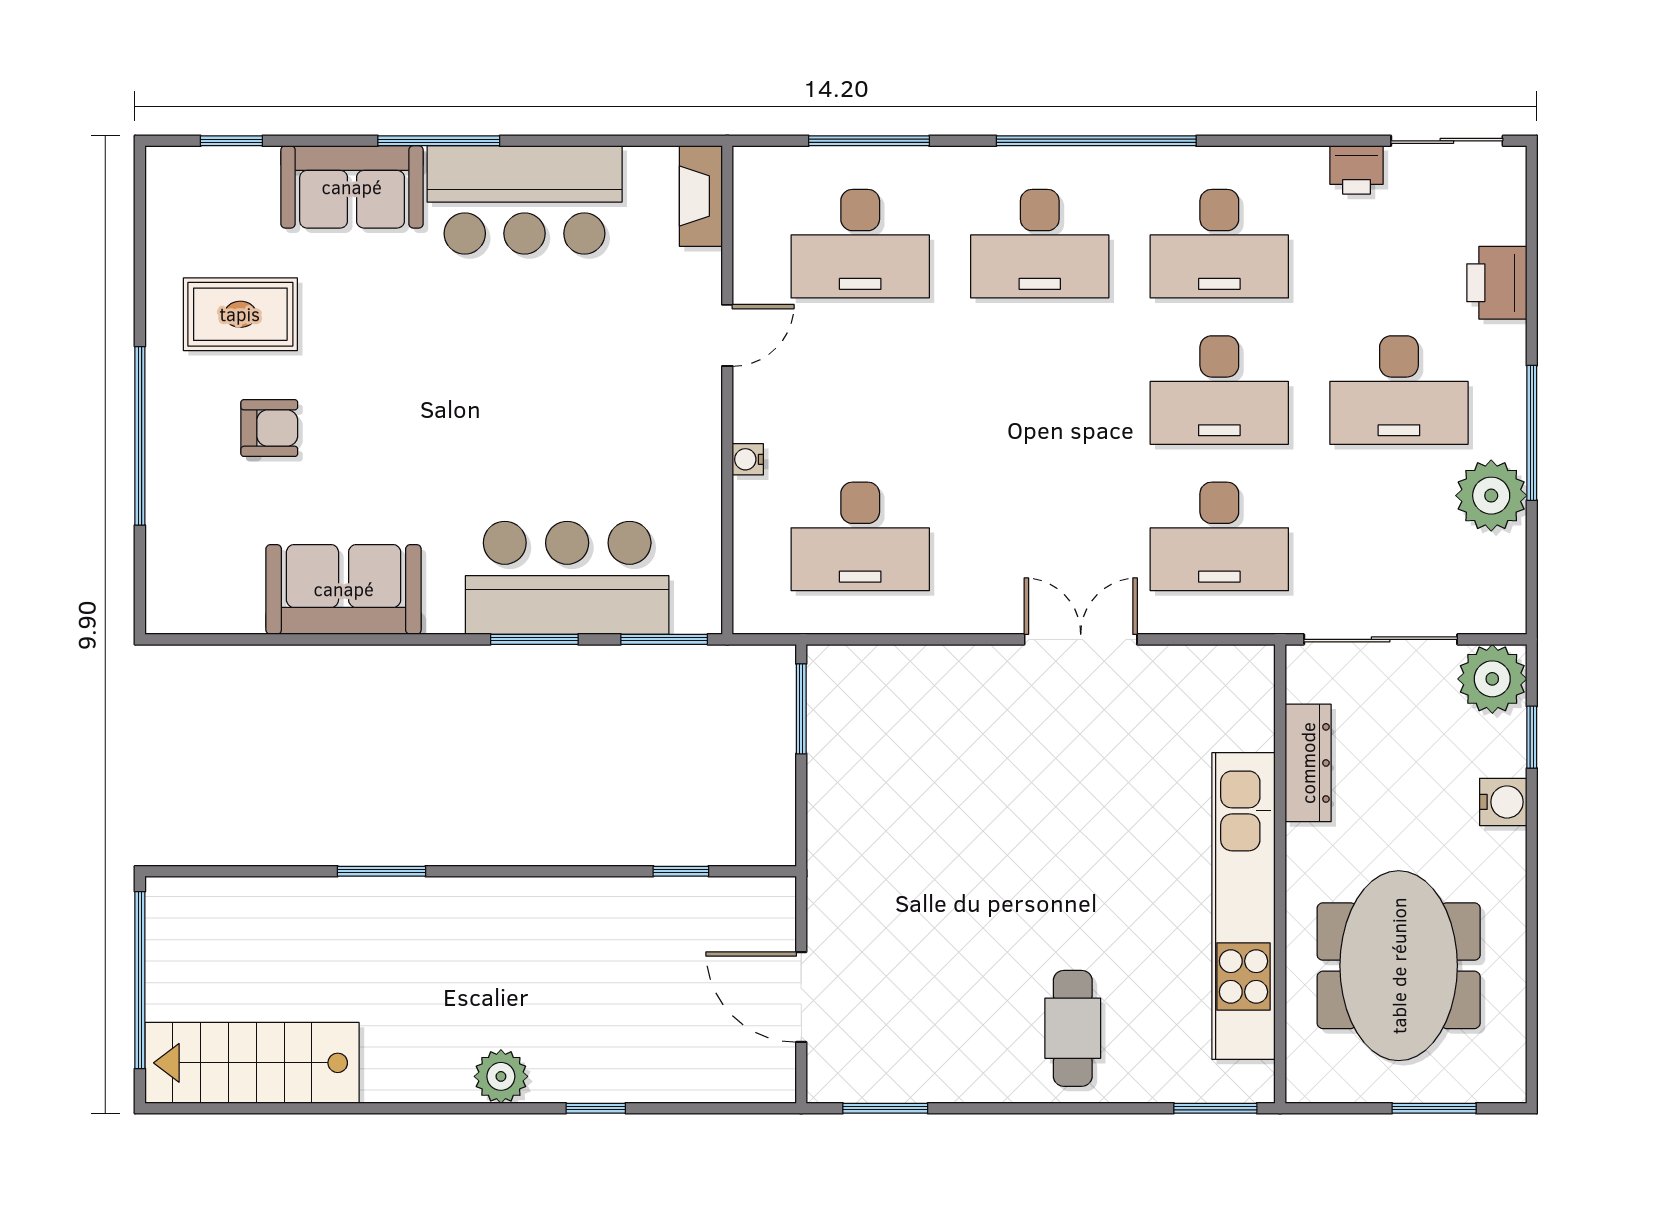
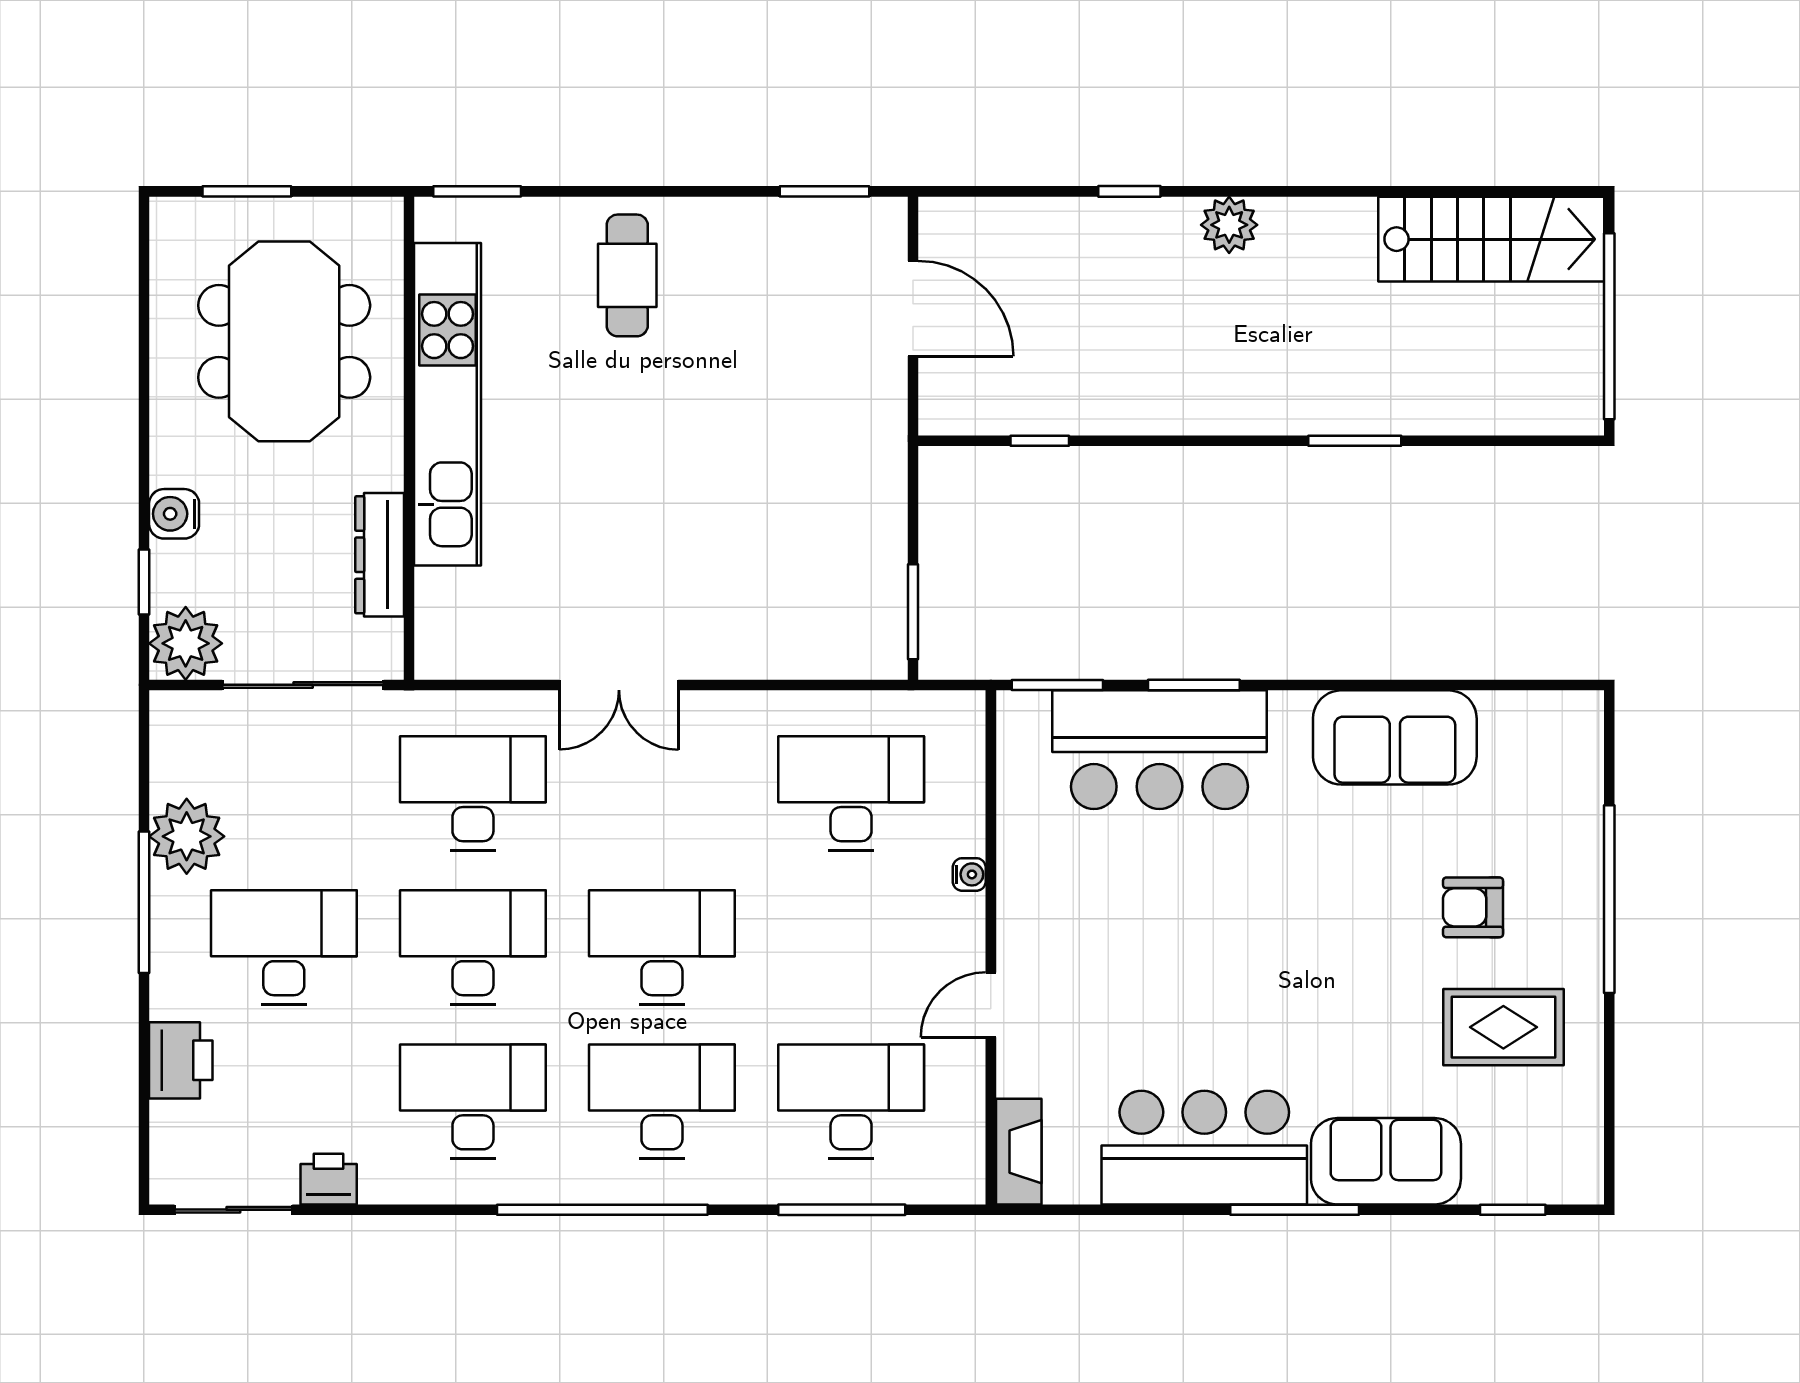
desk: (1040, 390) -> (662, 947), added

